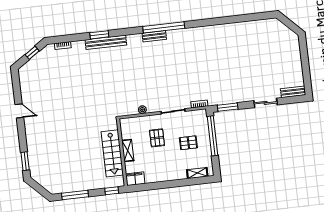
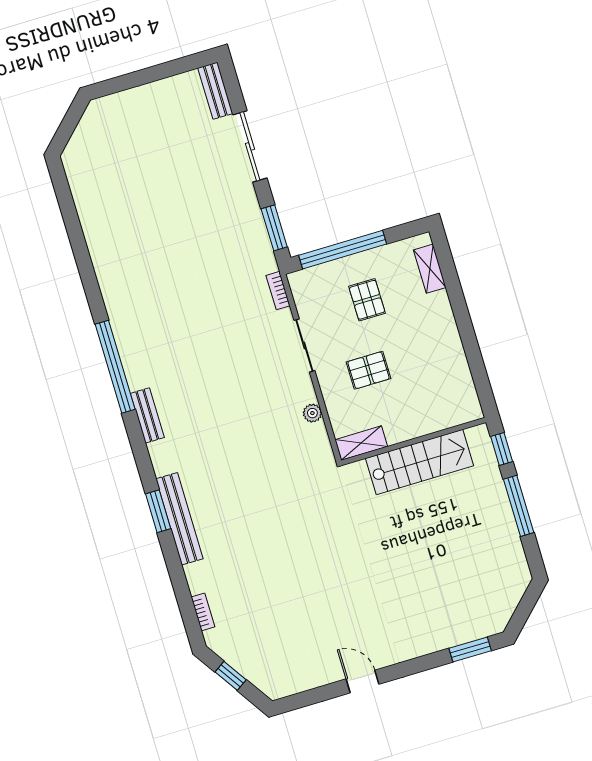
window: (164, 27) -> (115, 367), moved
window: (99, 35) -> (158, 511), moved
sliding door: (266, 103) -> (250, 146), width x1.37
door: (19, 111) -> (363, 682), hinge flipped
shelving: (128, 150) -> (361, 443), moved
filing cabinet: (135, 179) -> (466, 402), removed
window: (75, 195) -> (519, 506), moved

